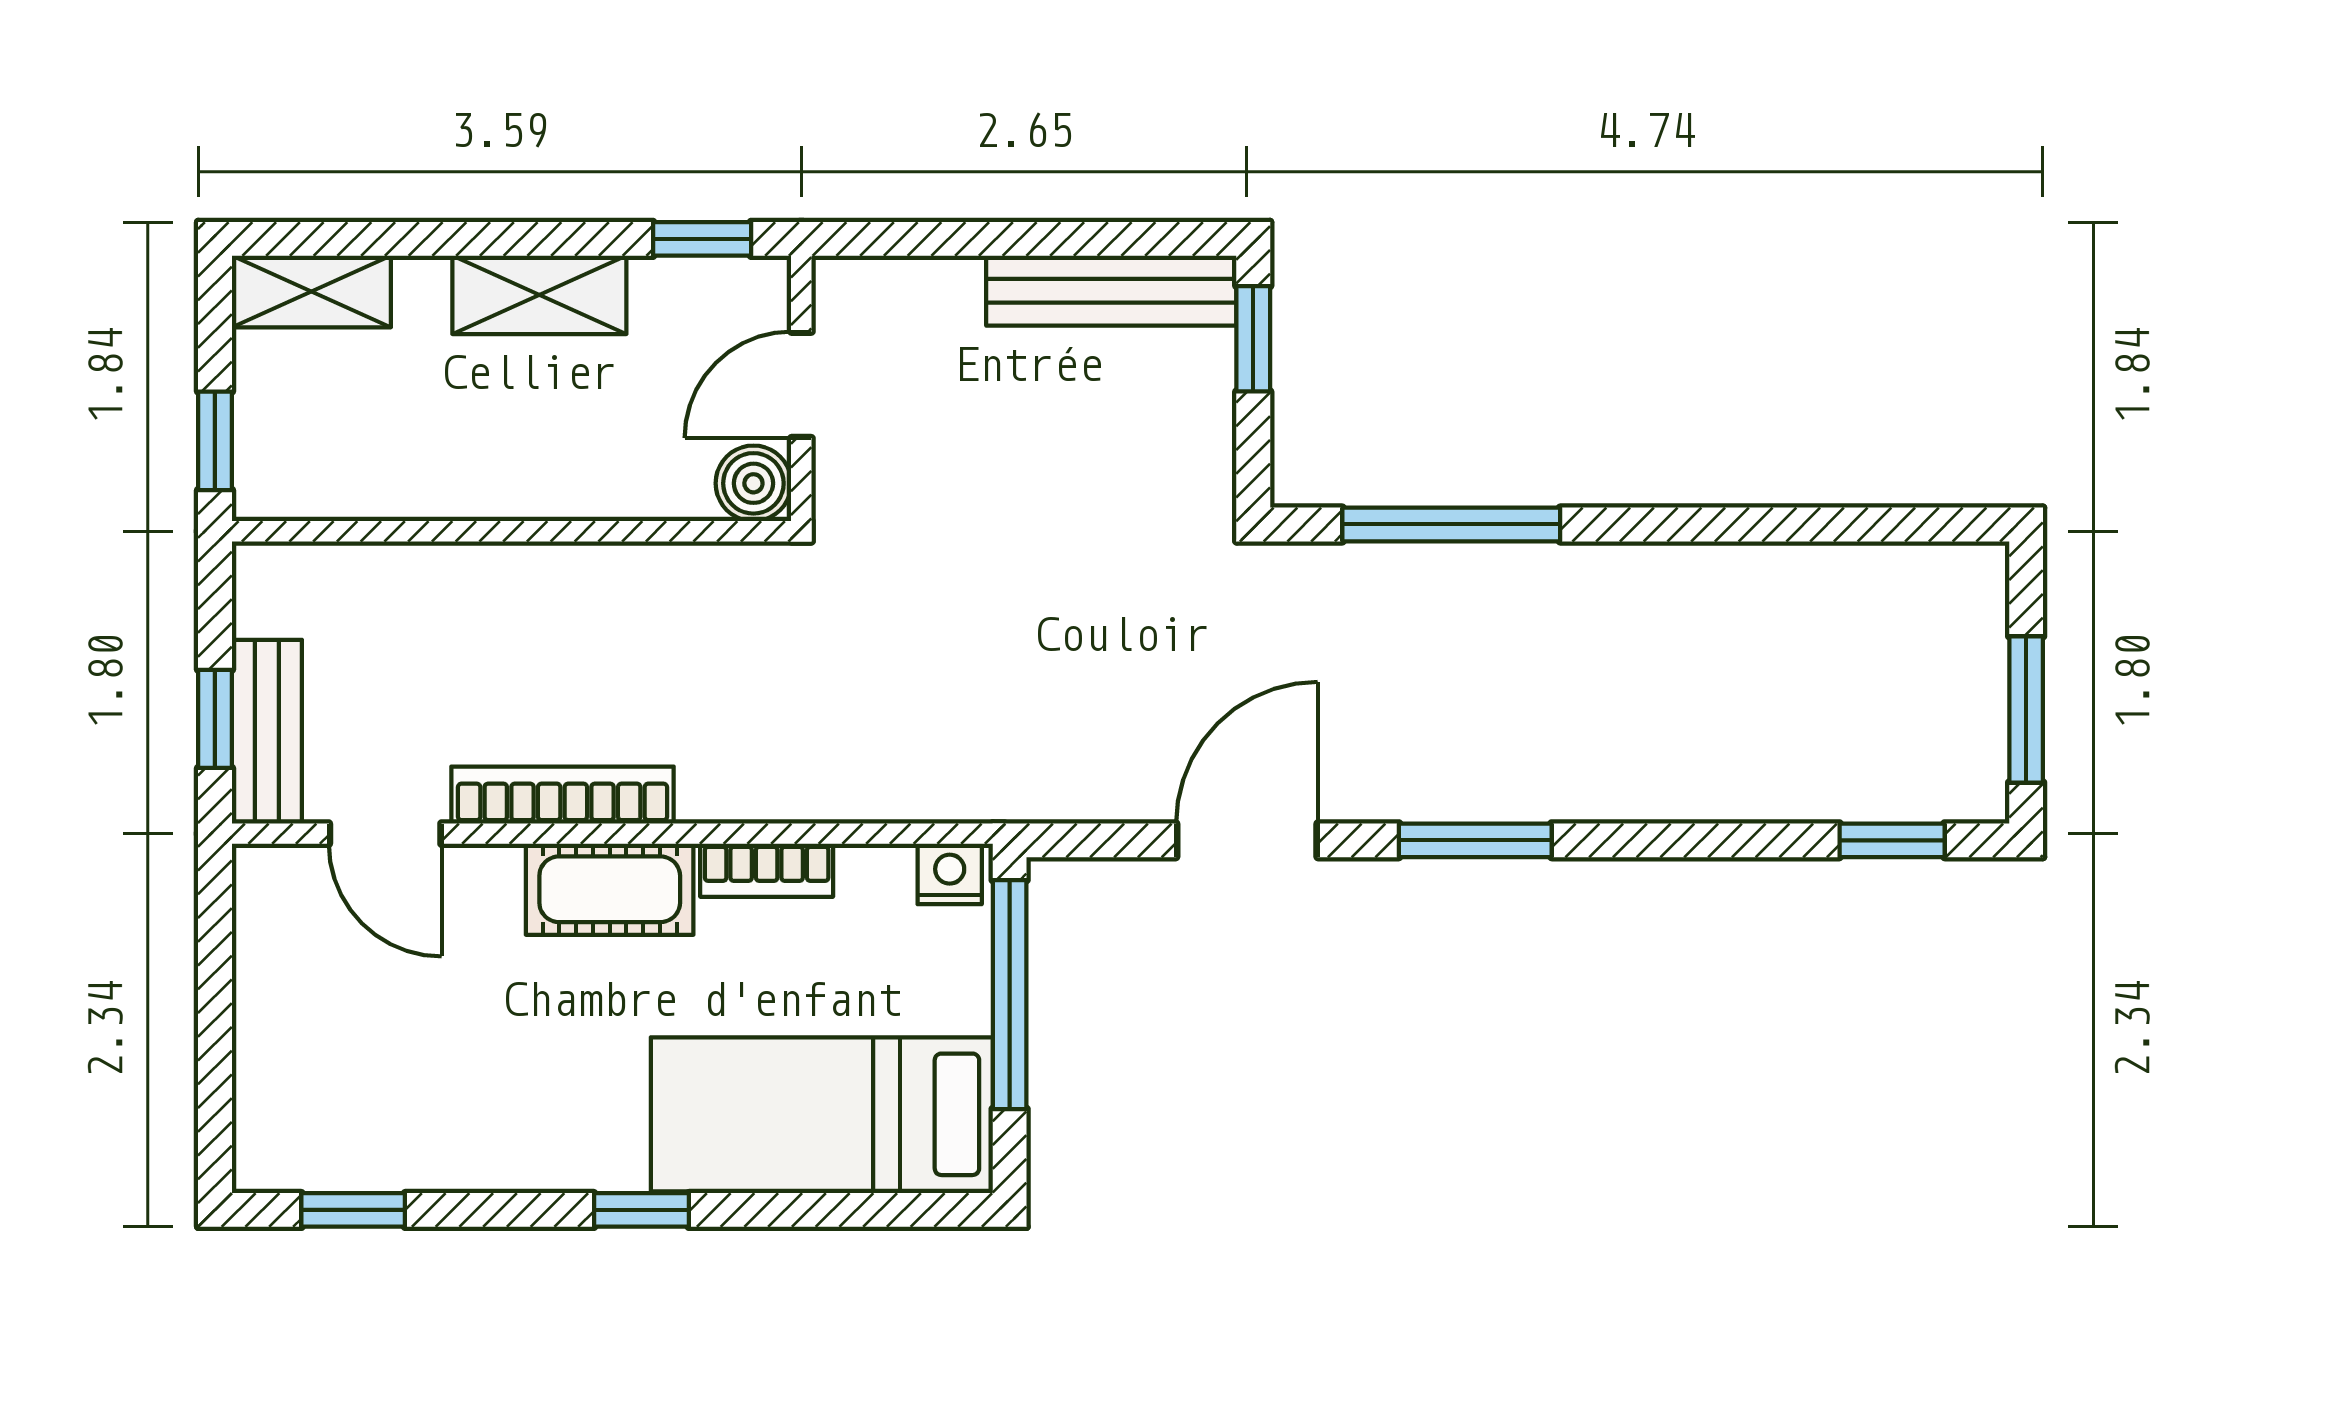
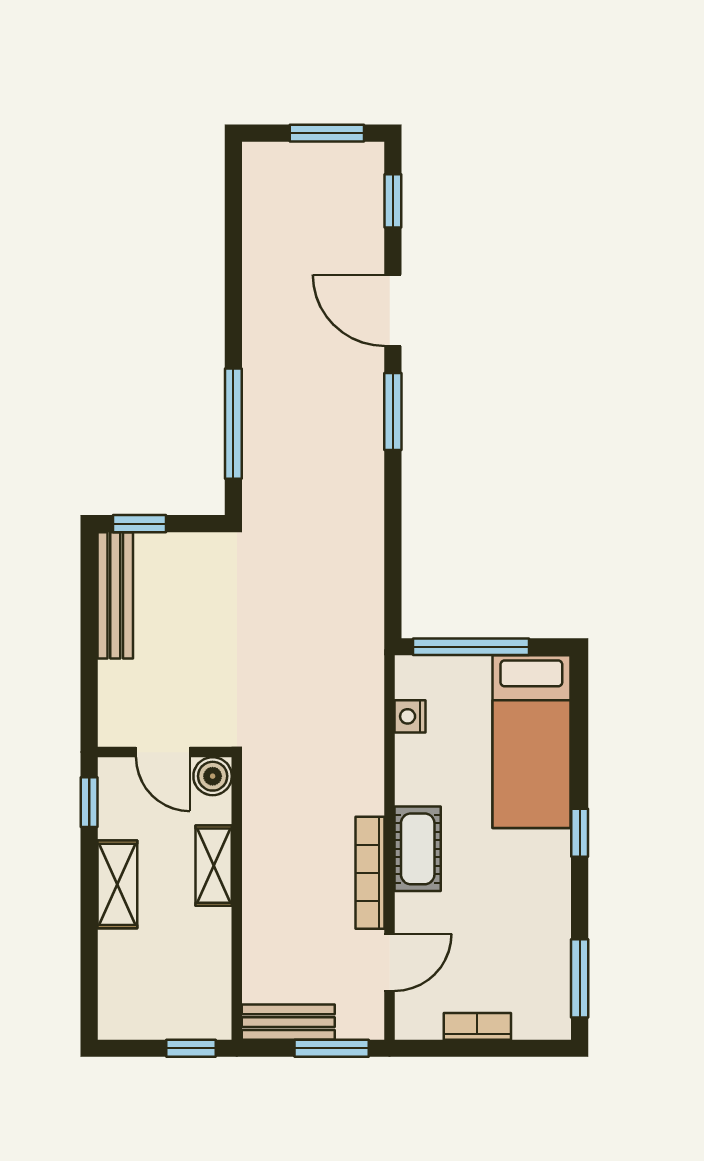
shelving: (311, 291) -> (214, 866), moved
window: (215, 719) -> (332, 1048), width x1.50
bench: (267, 732) -> (288, 1022), moved
door: (1247, 840) -> (393, 310), moved
bookcase: (767, 870) -> (477, 1026), moved, turned -90
nightstand: (950, 874) -> (410, 716), moved
window: (353, 1210) -> (580, 978), width x1.50

